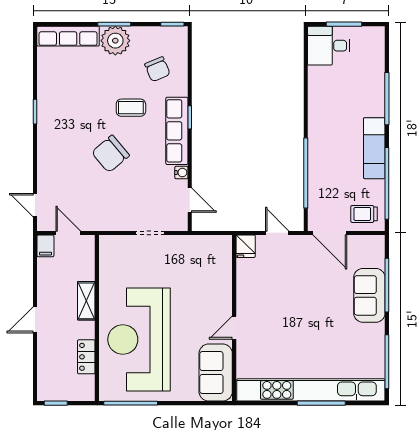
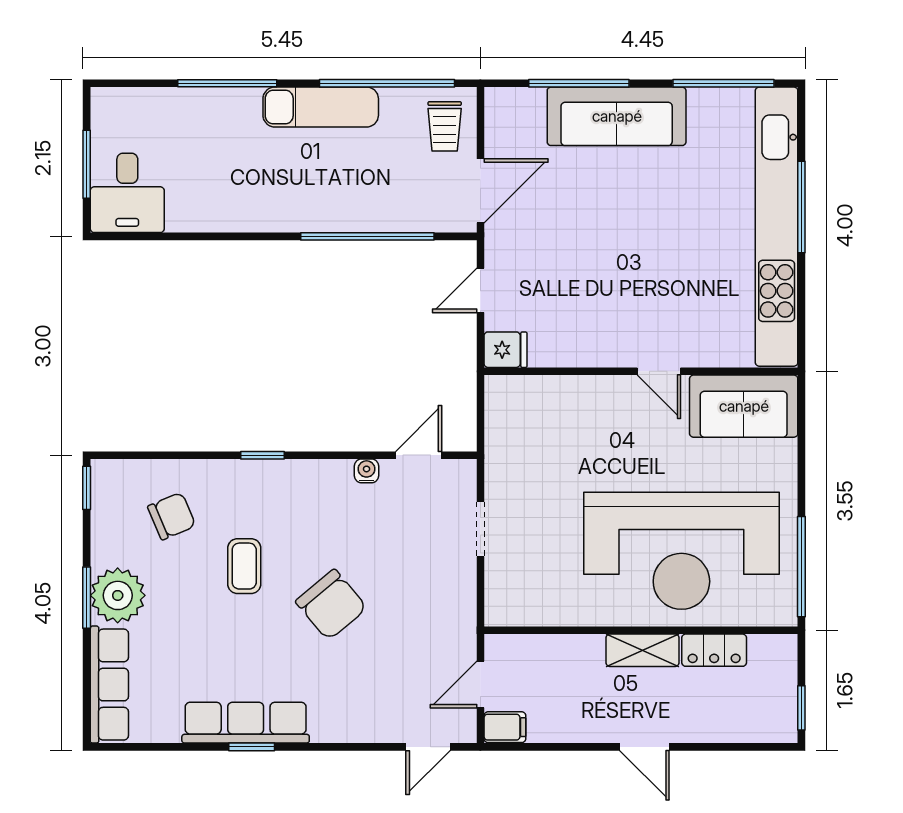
row of seats: (177, 131) -> (246, 723), moved, turned 180
sofa: (369, 295) -> (617, 116), width x1.36
shelving: (86, 301) -> (642, 650), moved

